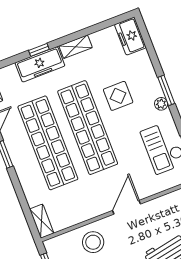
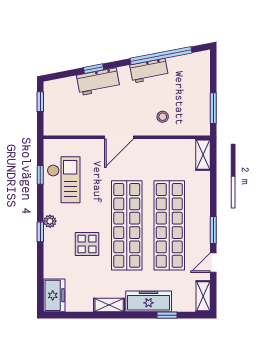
window: (39, 50) -> (167, 315), moved
window: (166, 90) -> (40, 232), width x0.67
stool: (93, 242) -> (163, 117), width x0.53, depth x0.53

